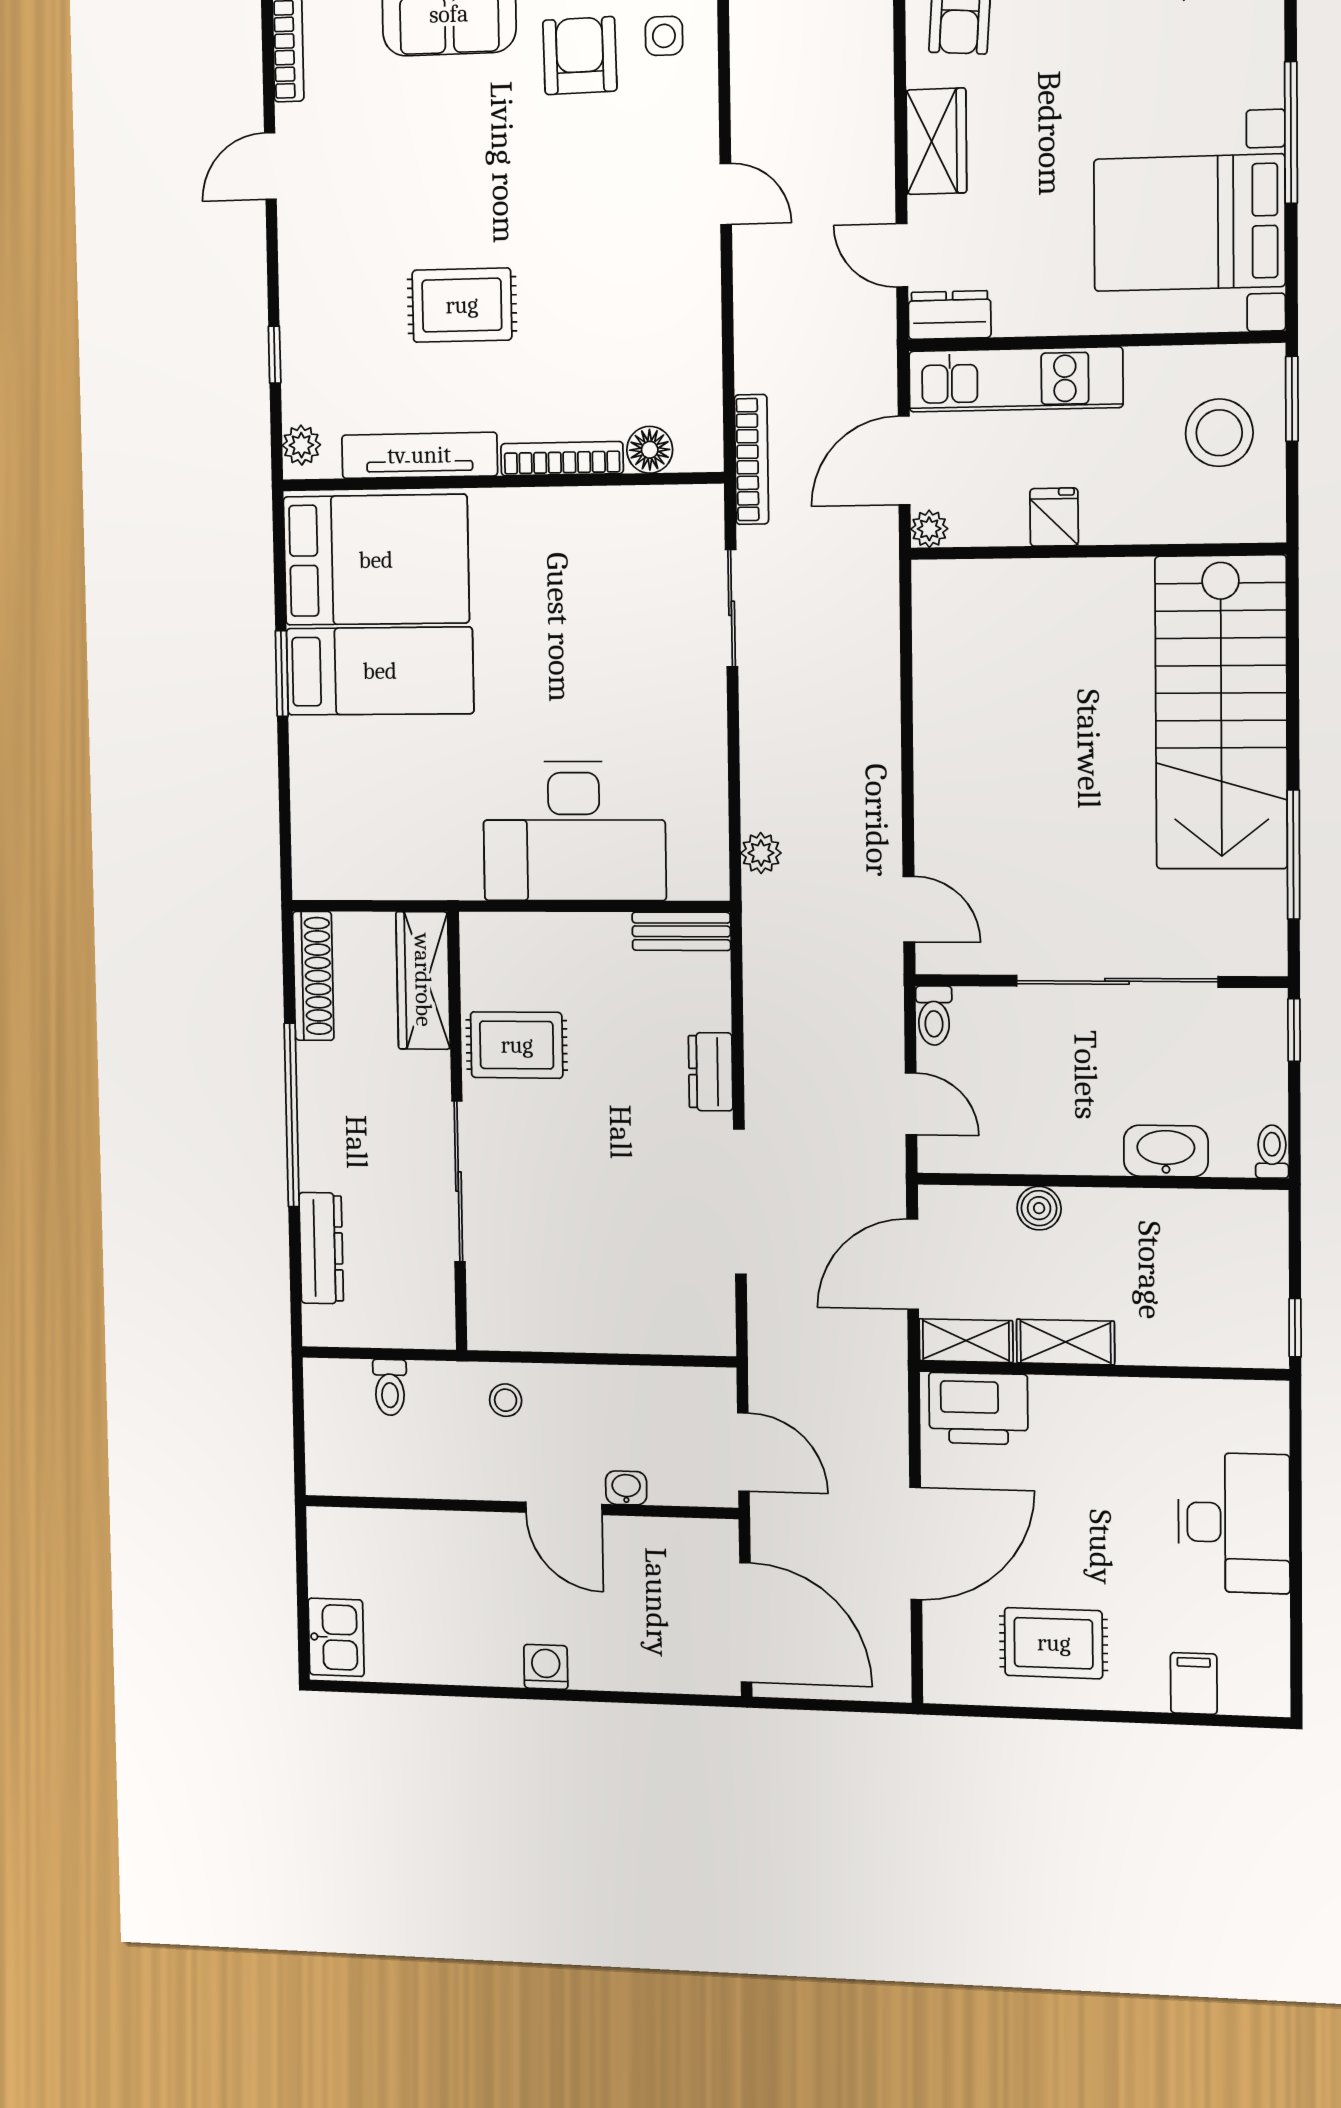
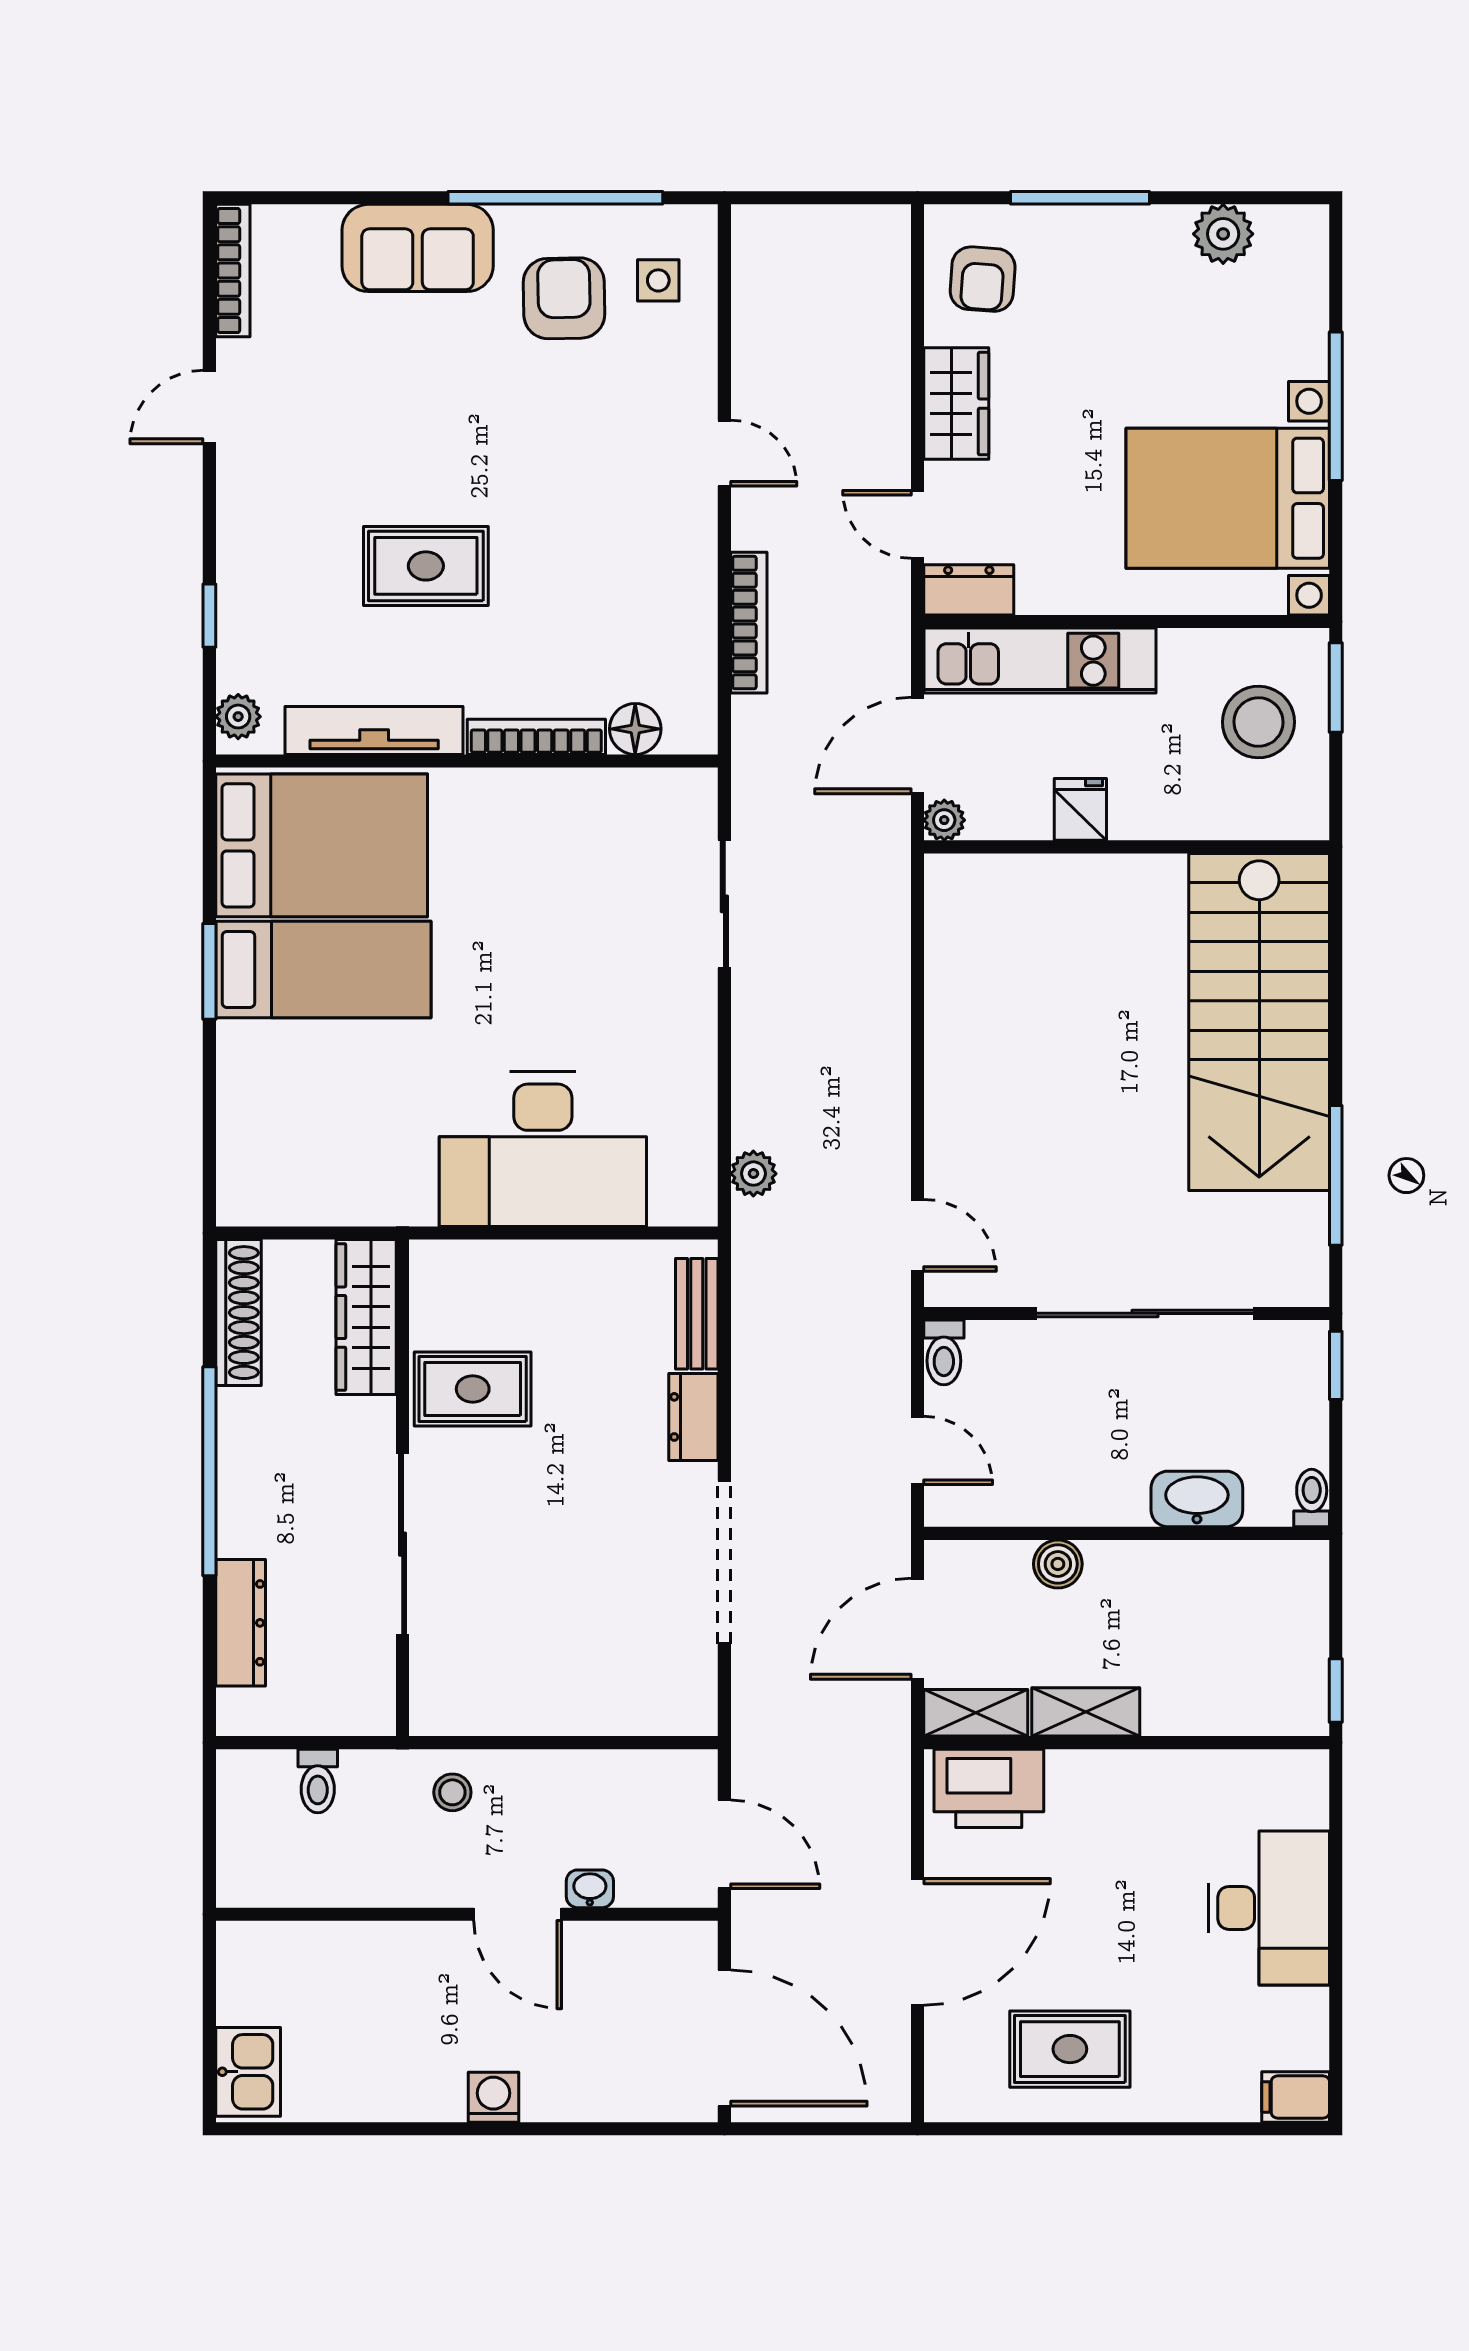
bookcase: (751, 459) -> (749, 623), moved
bench: (681, 931) -> (697, 1314), moved, turned 90
filing cabinet: (1194, 1683) -> (1296, 2097), moved, turned -90

